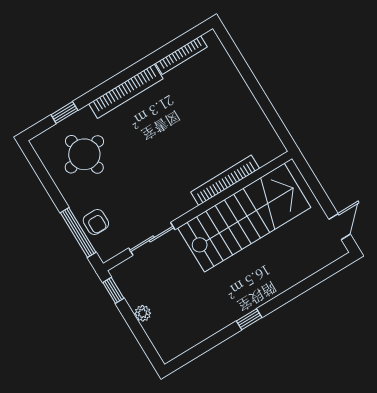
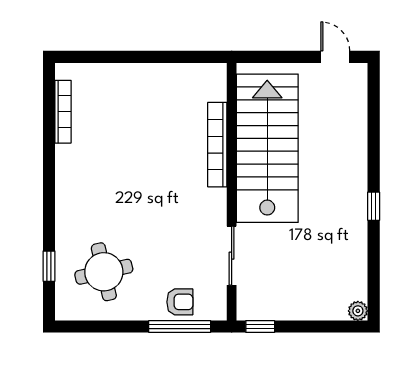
bookcase: (126, 91) -> (65, 191), removed
plant: (143, 313) -> (358, 311), moved

